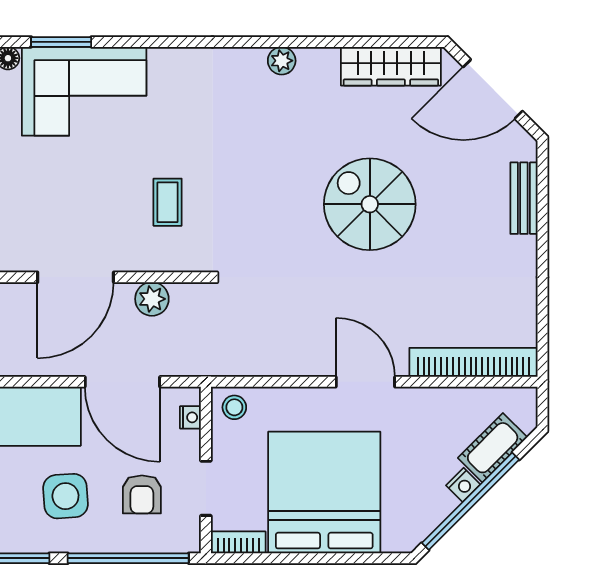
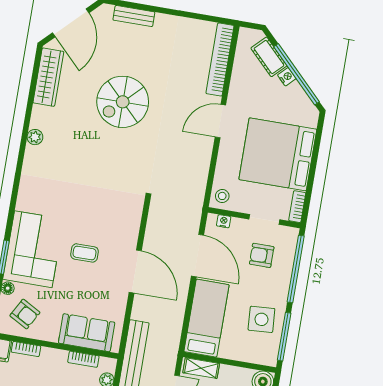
coffee table: (168, 202) -> (84, 253), moved
plant: (152, 299) -> (154, 231), removed
door: (122, 382) -> (198, 256), hinge flipped
armchair: (142, 494) -> (262, 255), turned 180
side table: (65, 496) -> (261, 319), moved

